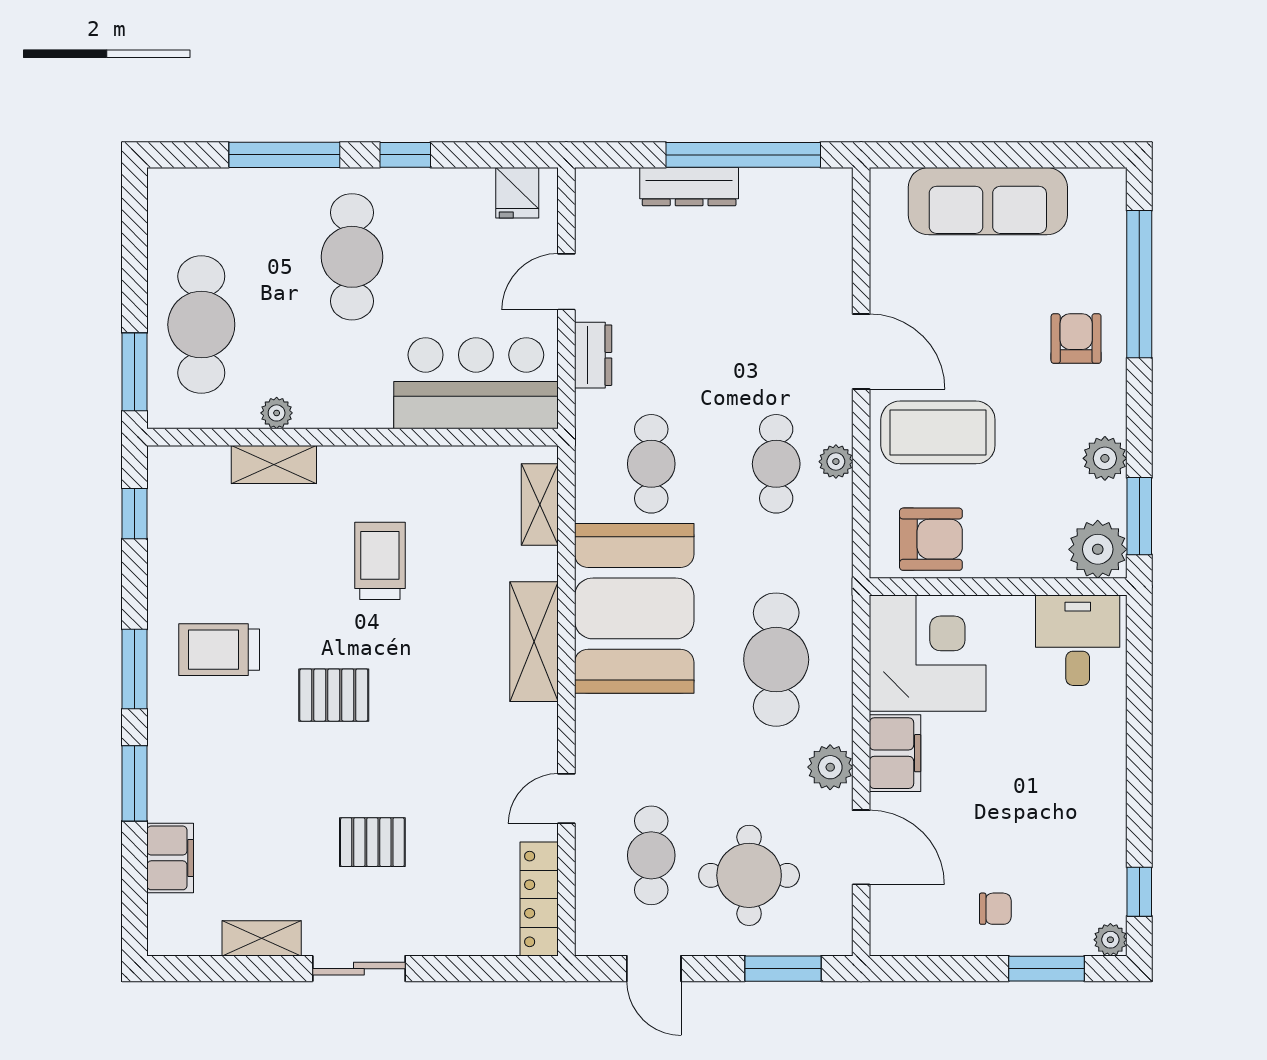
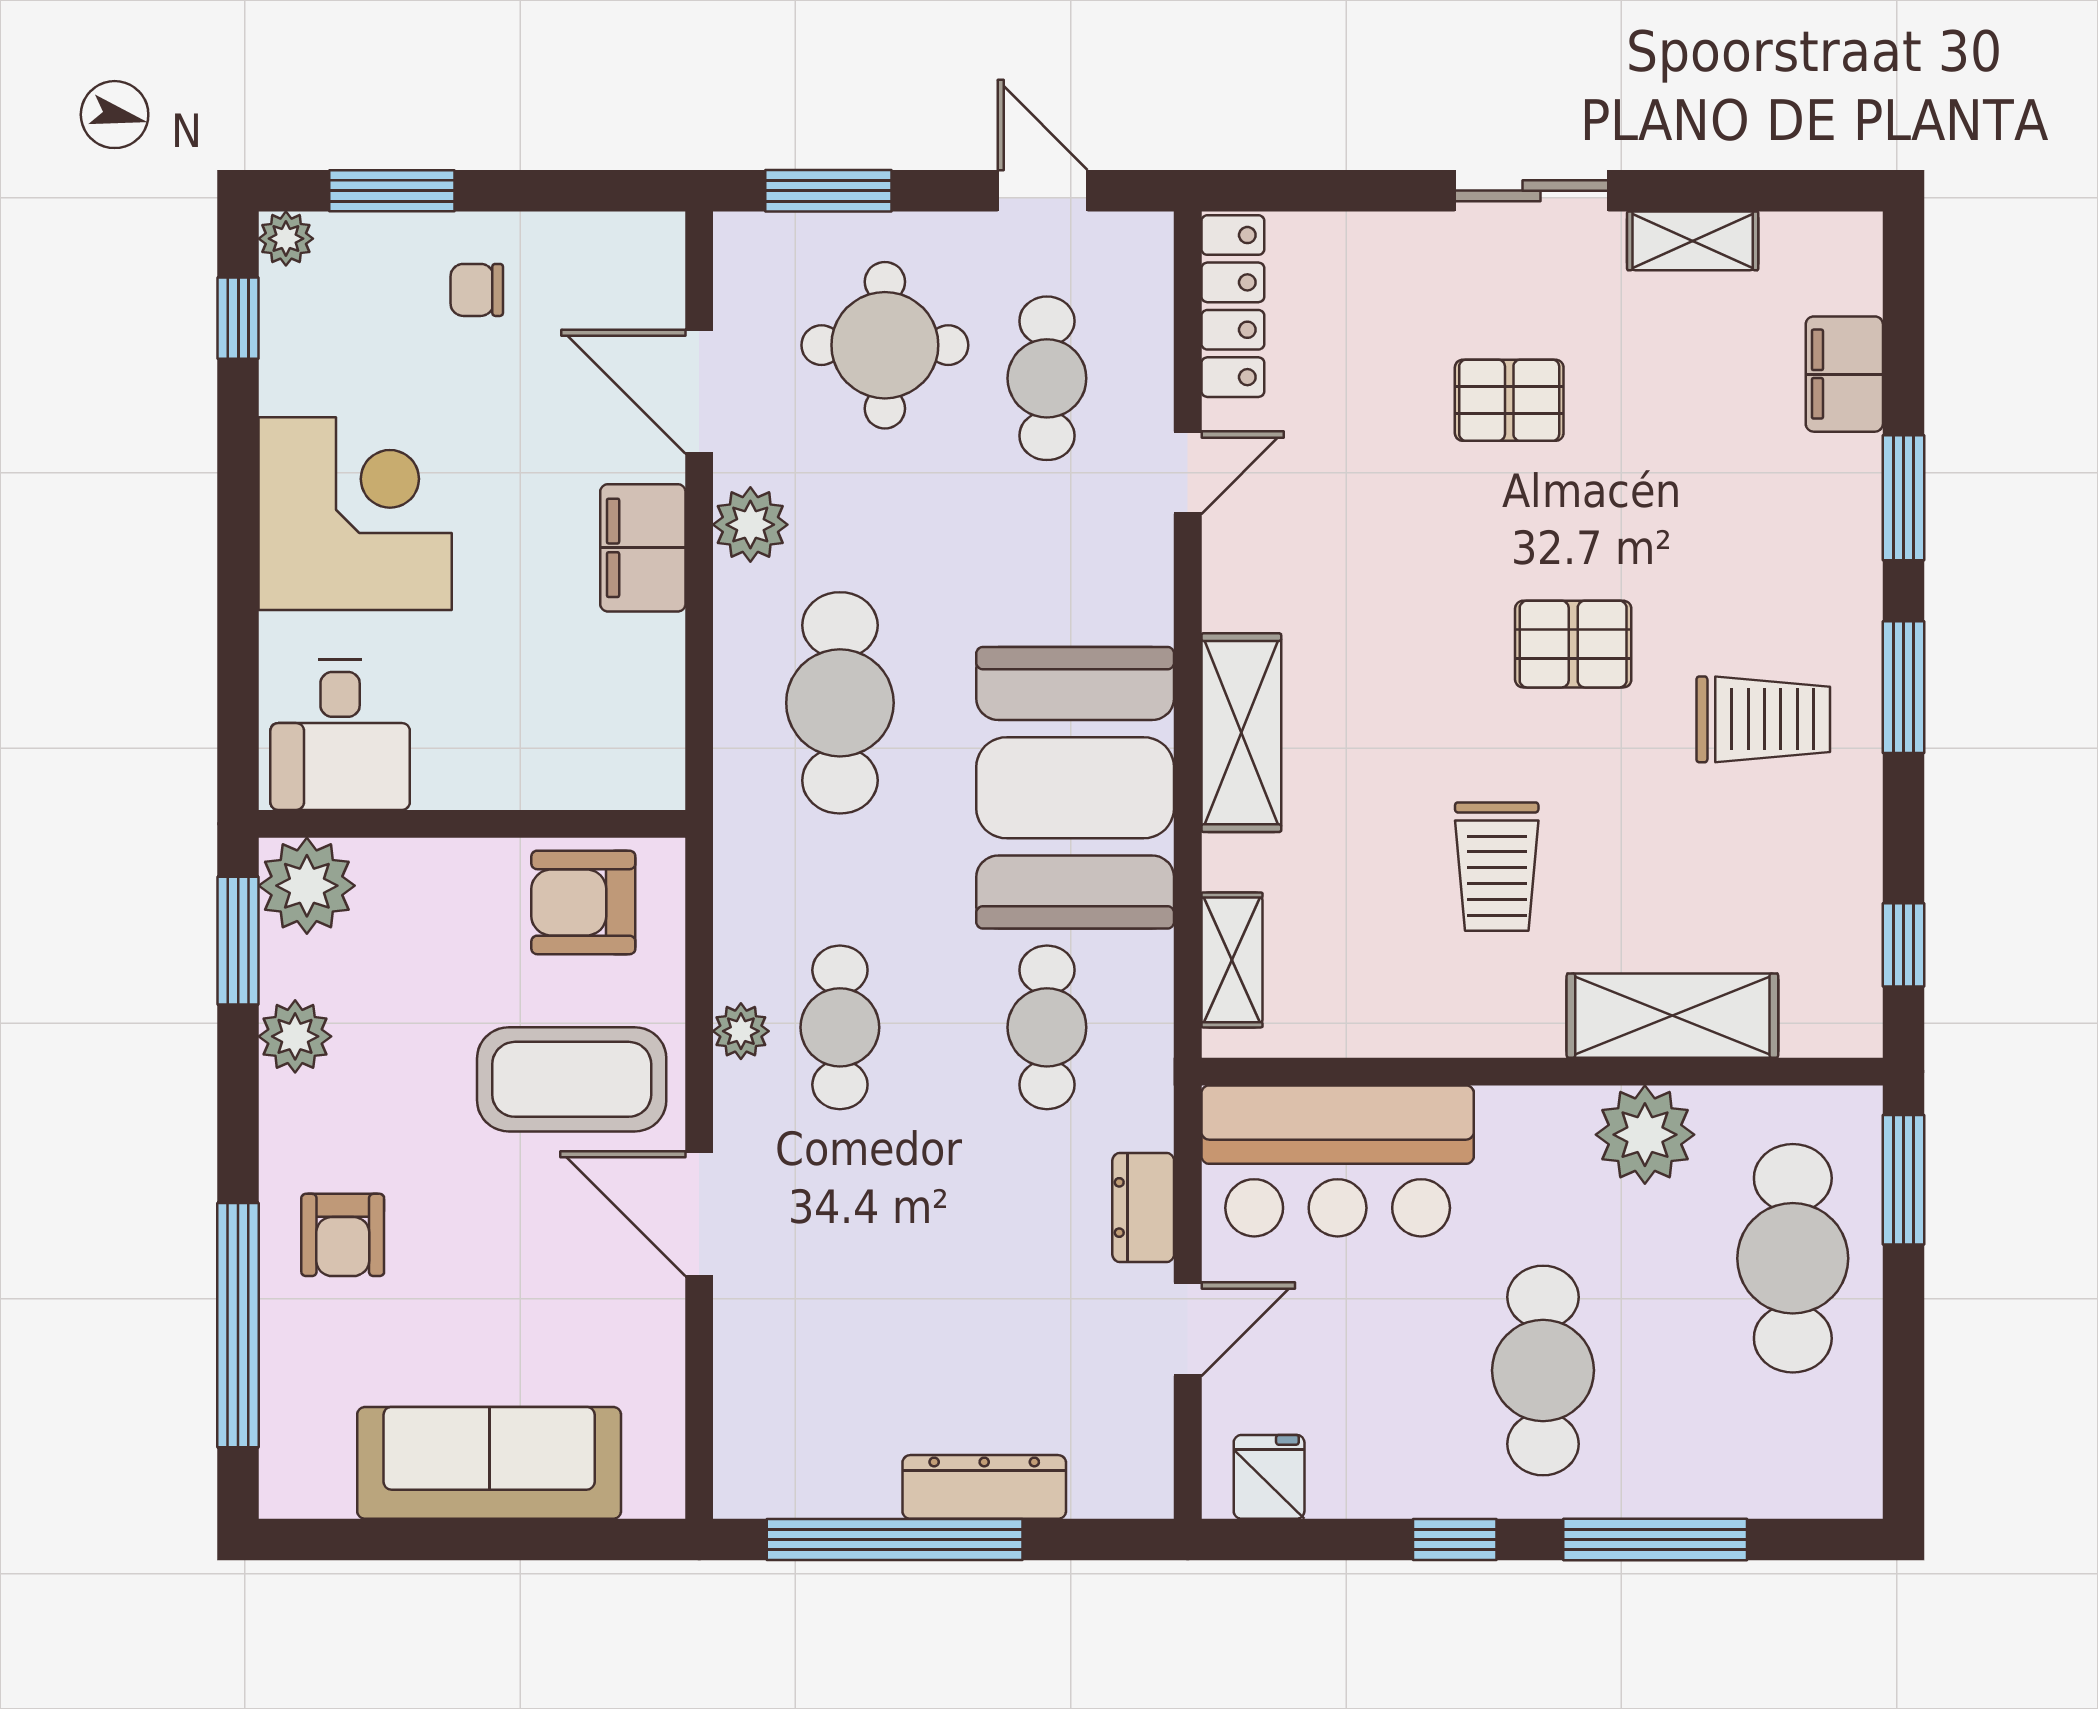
plant: (277, 413) -> (1645, 1135), width x1.88, depth x1.88
shelving: (274, 465) -> (1672, 1016), width x1.50, depth x1.33
corner desk: (928, 653) -> (355, 514), moved, turned 180

